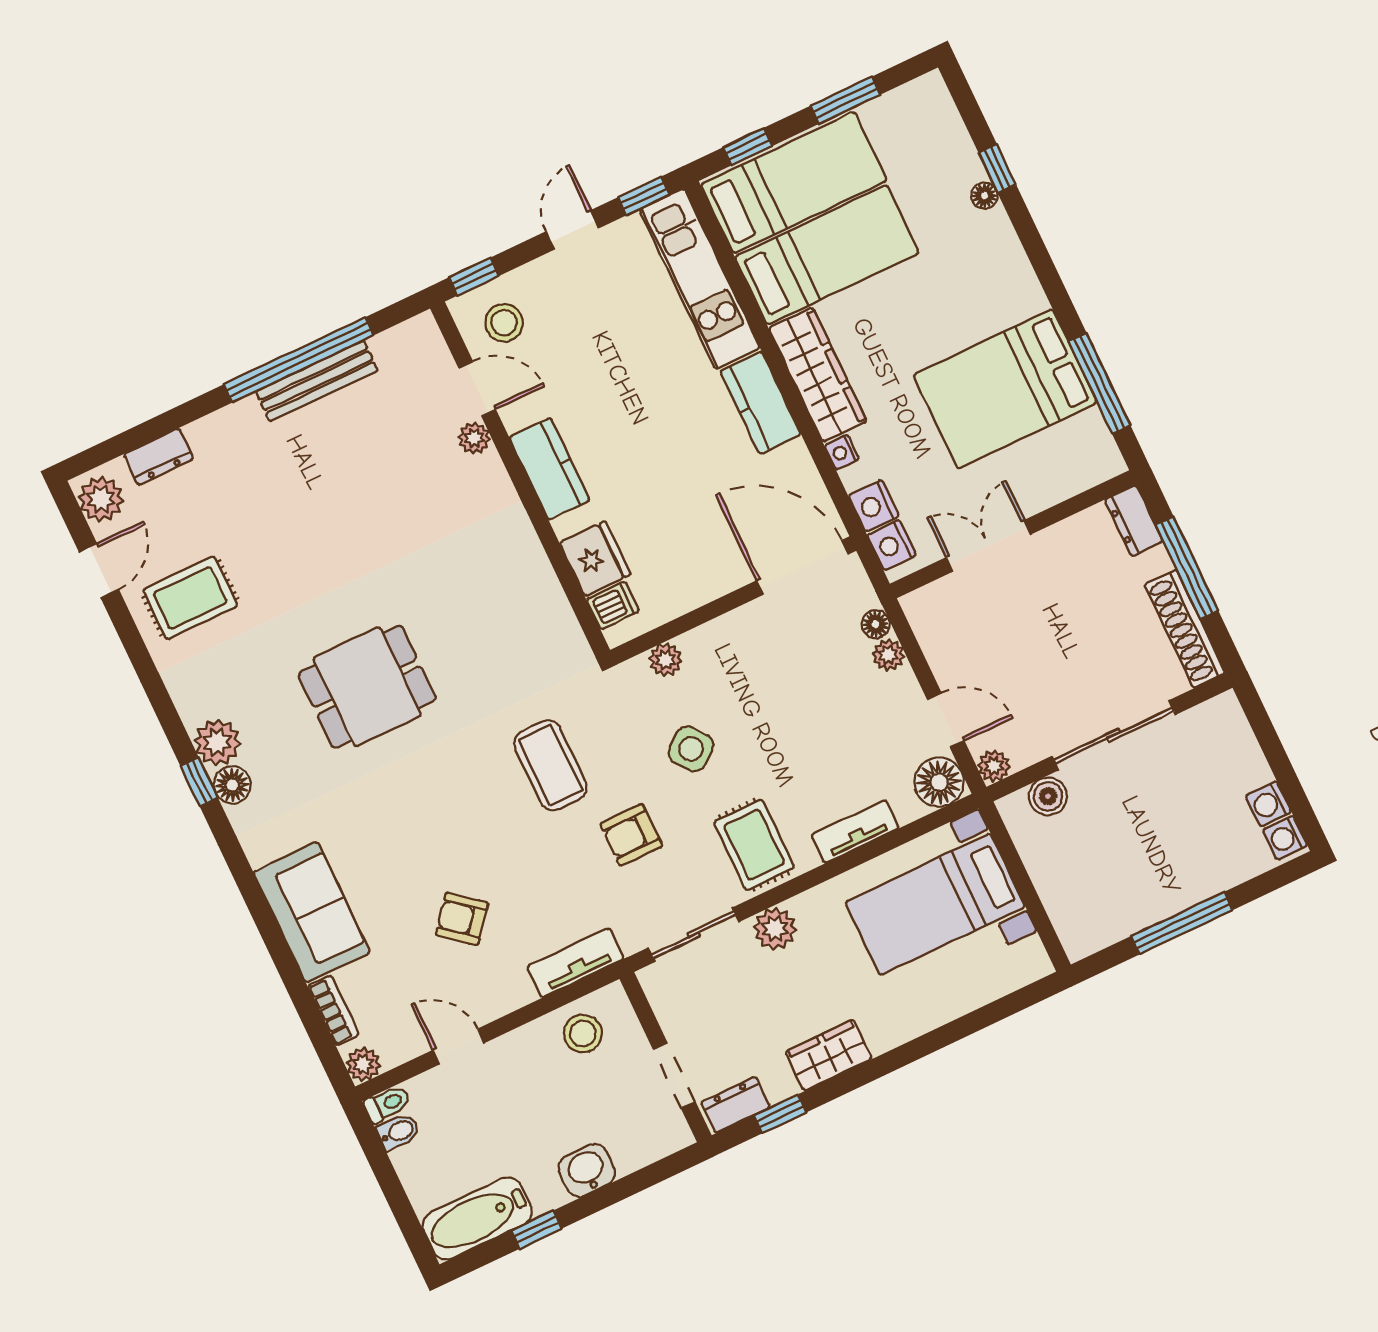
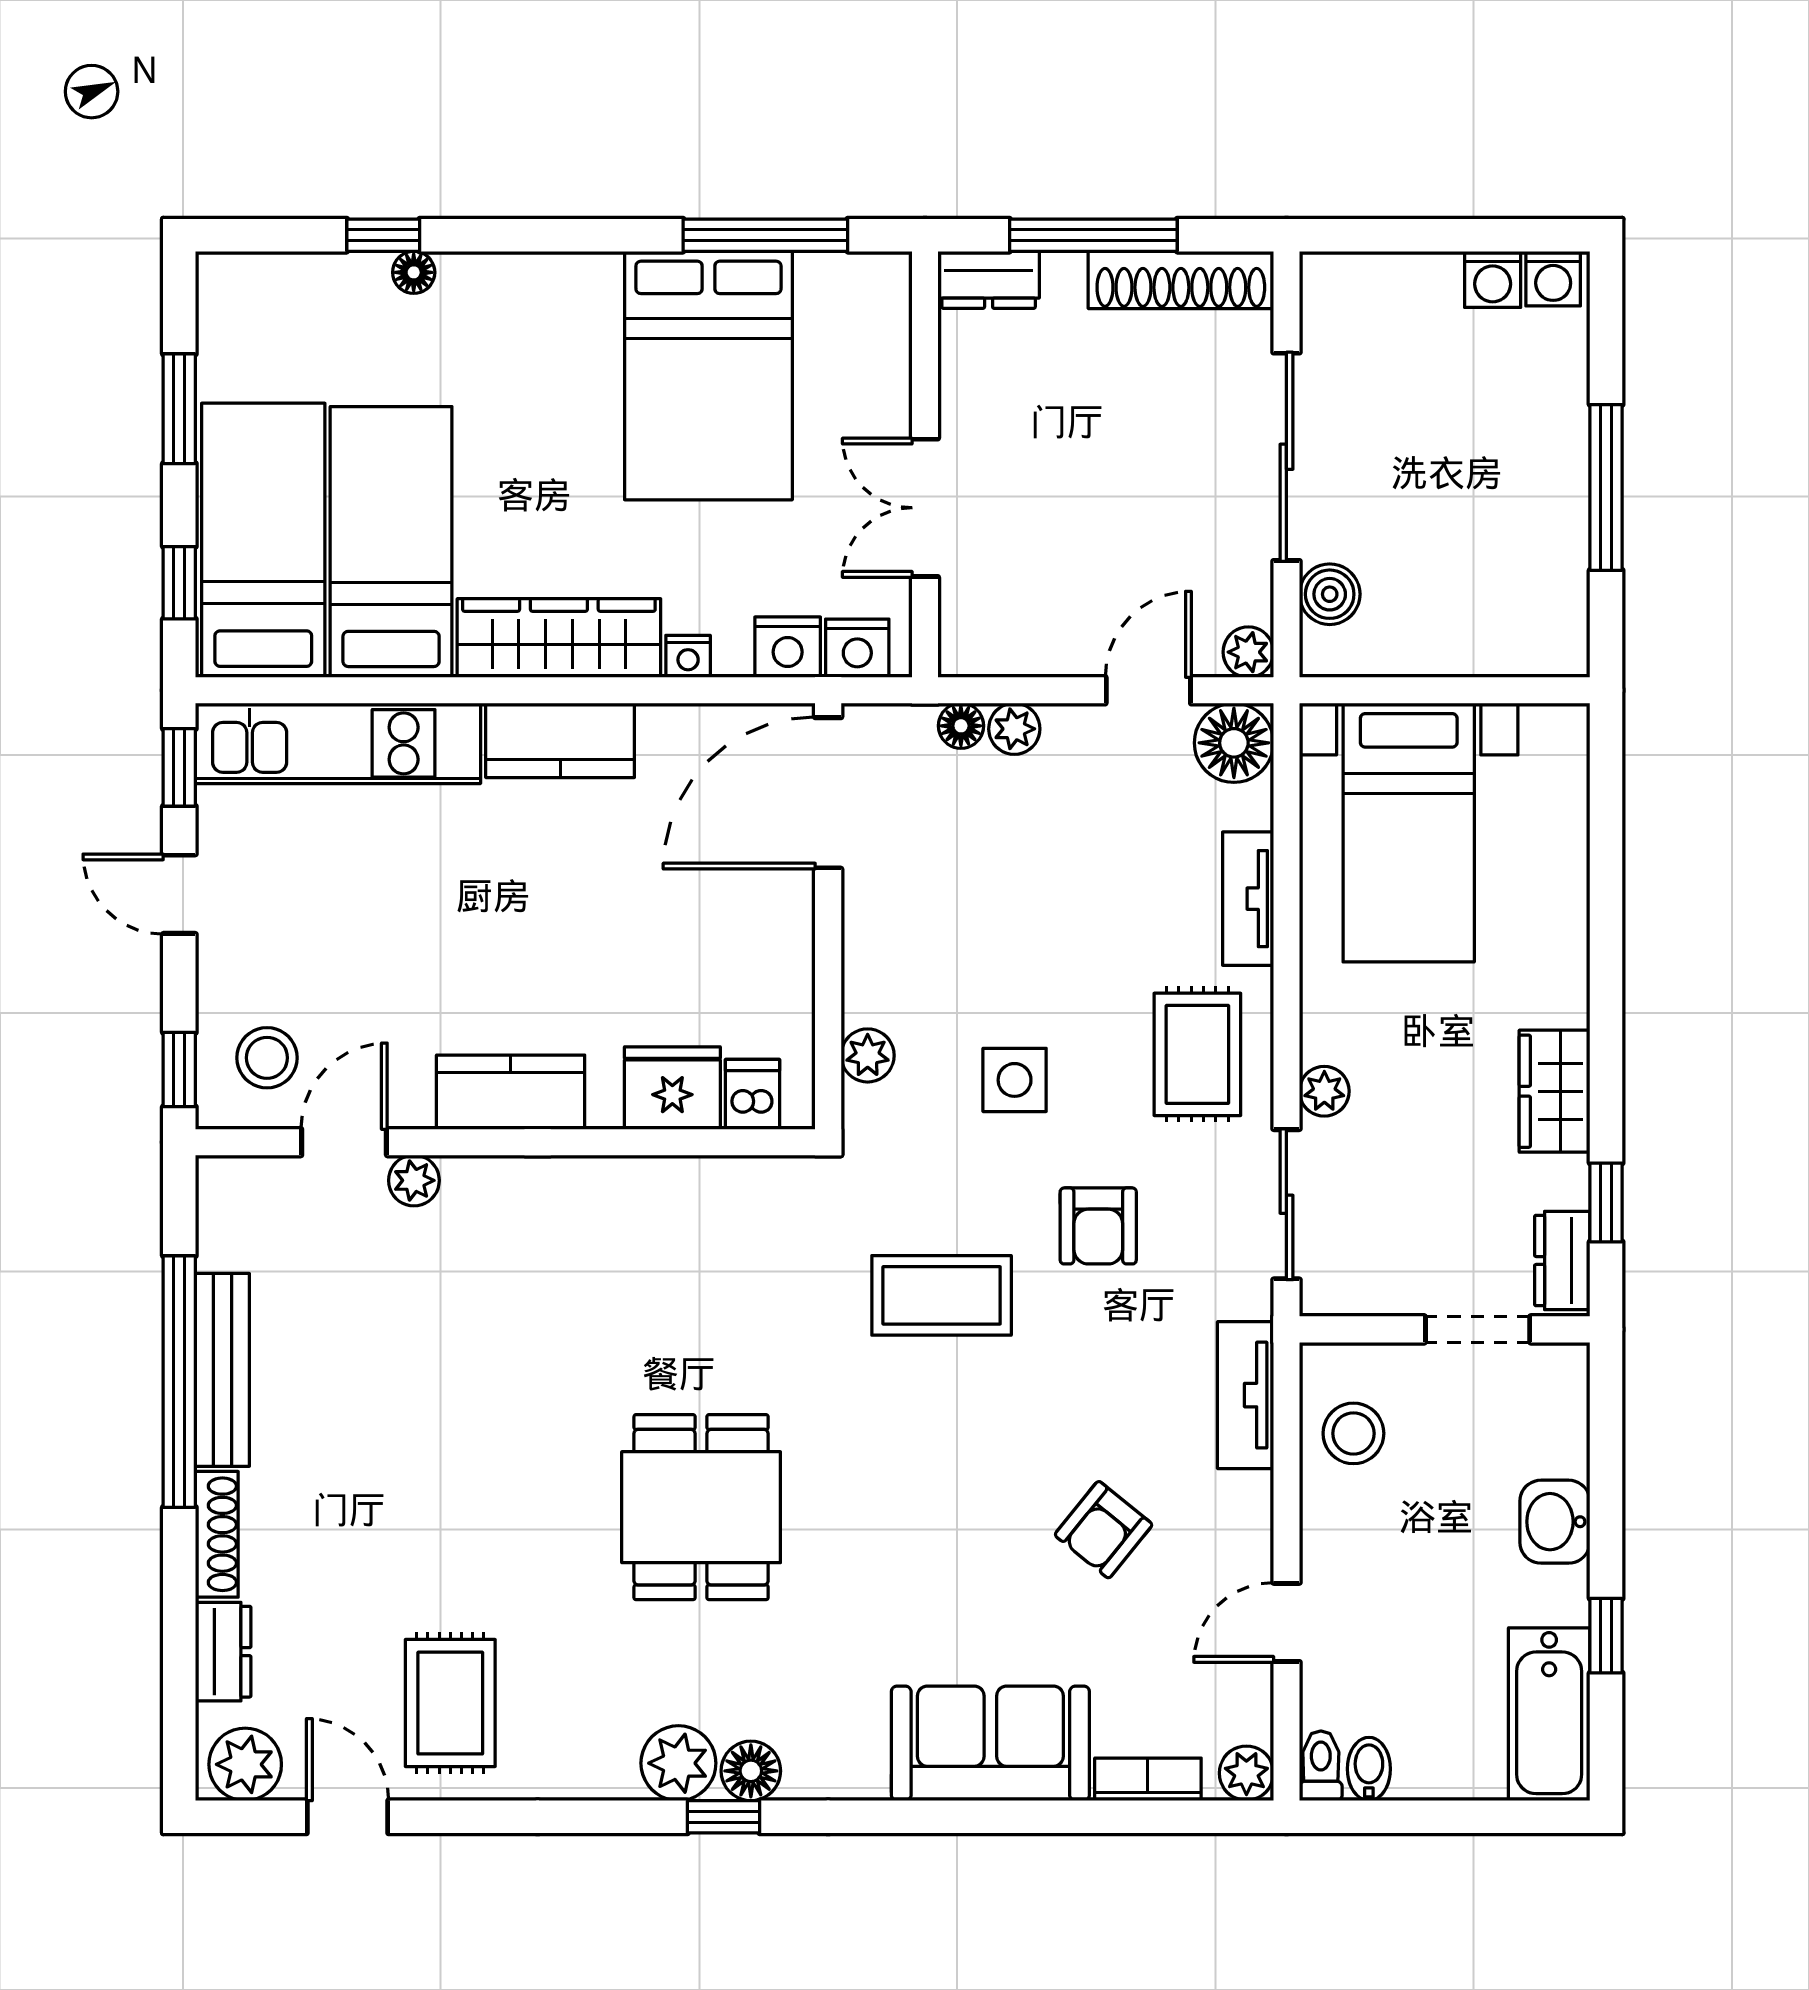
shoe rack: (223, 422) -> (217, 1534), added
side table: (691, 749) -> (1015, 1080), turned 38
rug: (754, 845) -> (1197, 1054), turned 90
plant: (775, 929) -> (1324, 1091), width x0.73, depth x0.73

